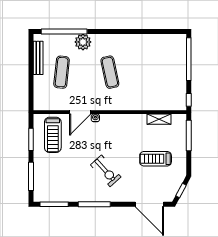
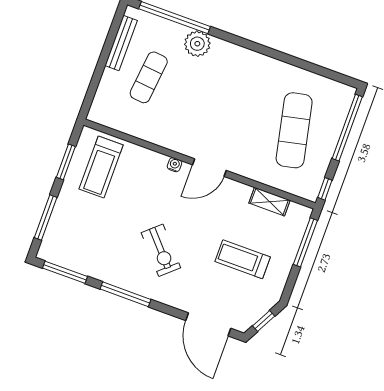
exercise mat: (110, 72) -> (294, 130), moved, width x1.36, depth x1.45
door: (80, 112) -> (209, 168), moved

